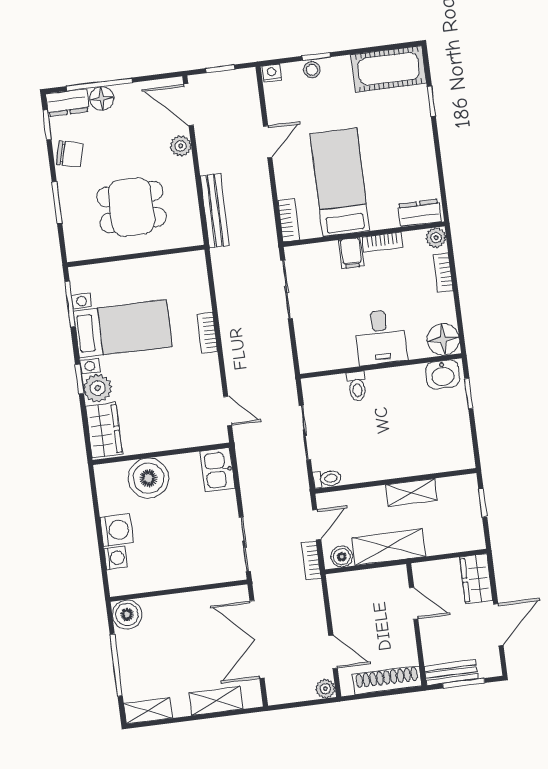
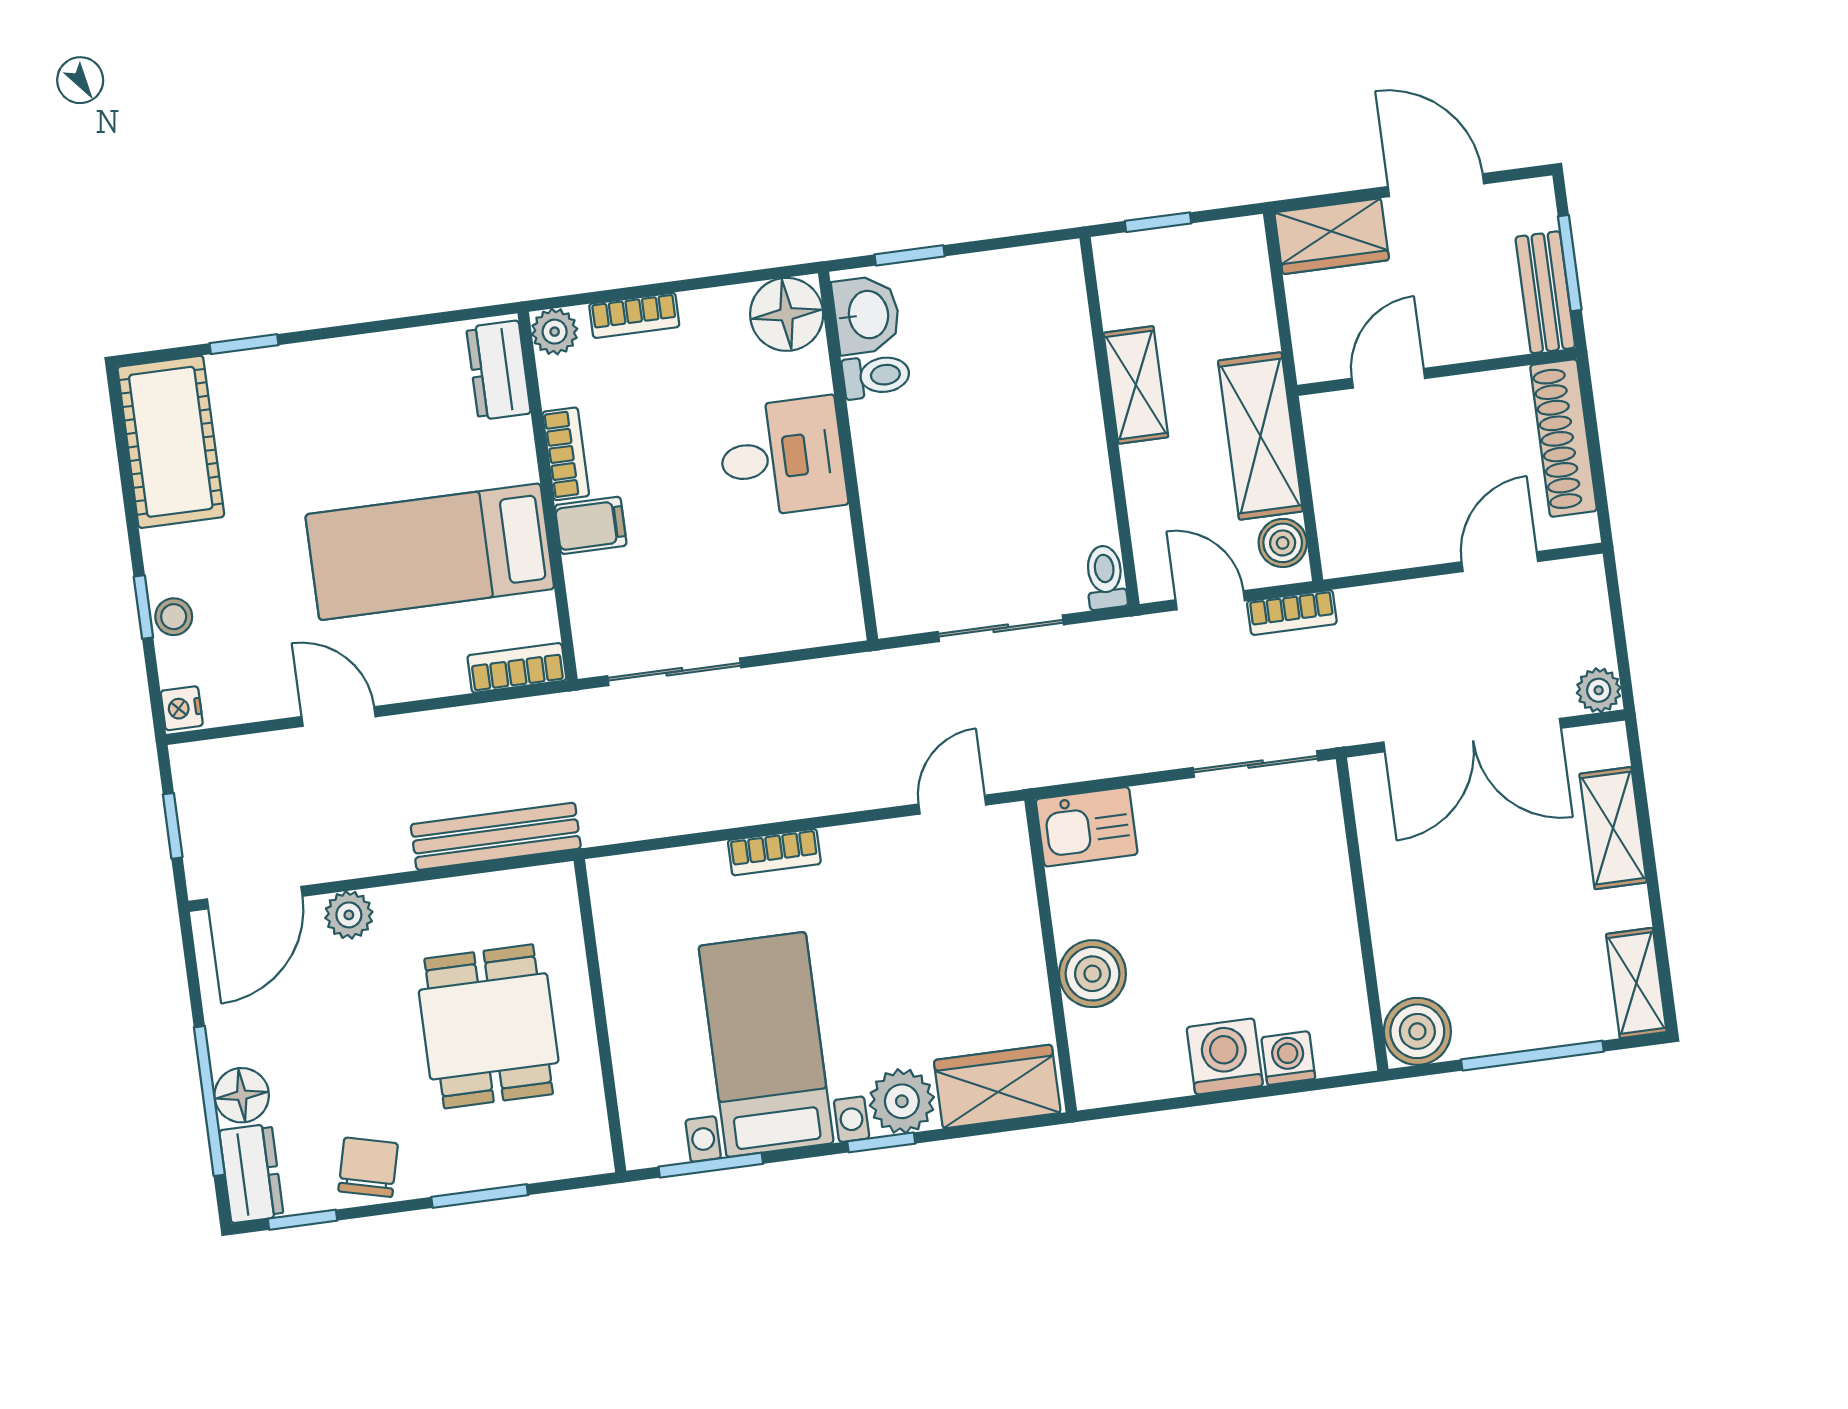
toilet: (357, 386) -> (876, 376), moved
boiler: (148, 478) -> (1092, 974), width x0.73, depth x0.73
plant: (325, 689) -> (1599, 690), moved

